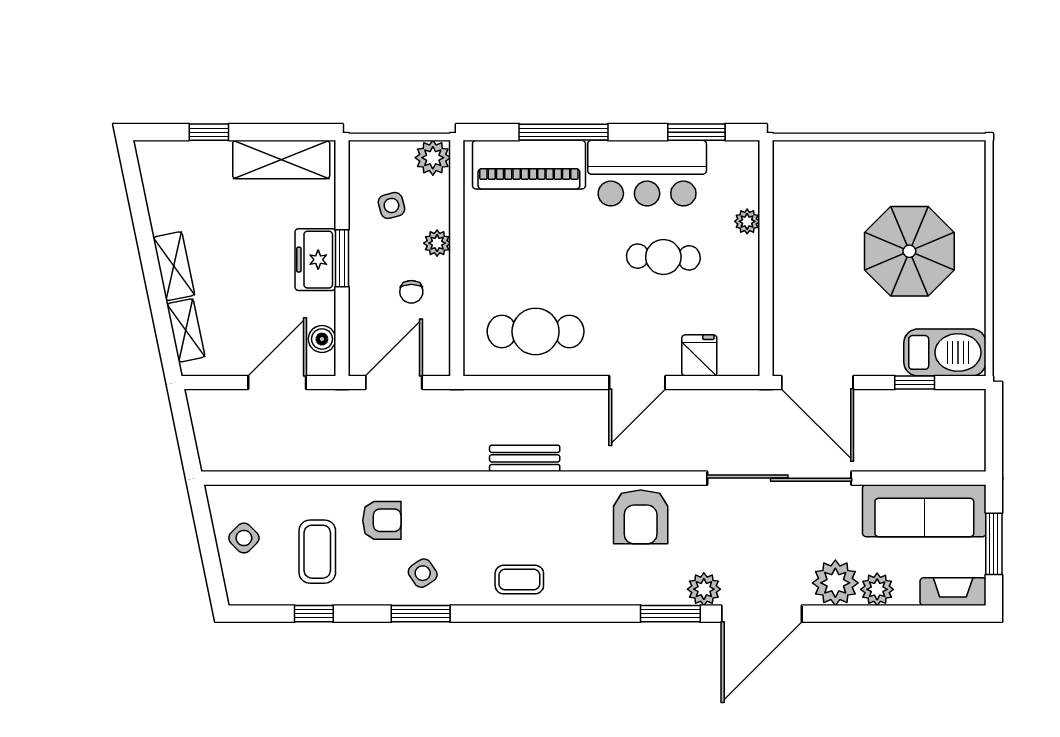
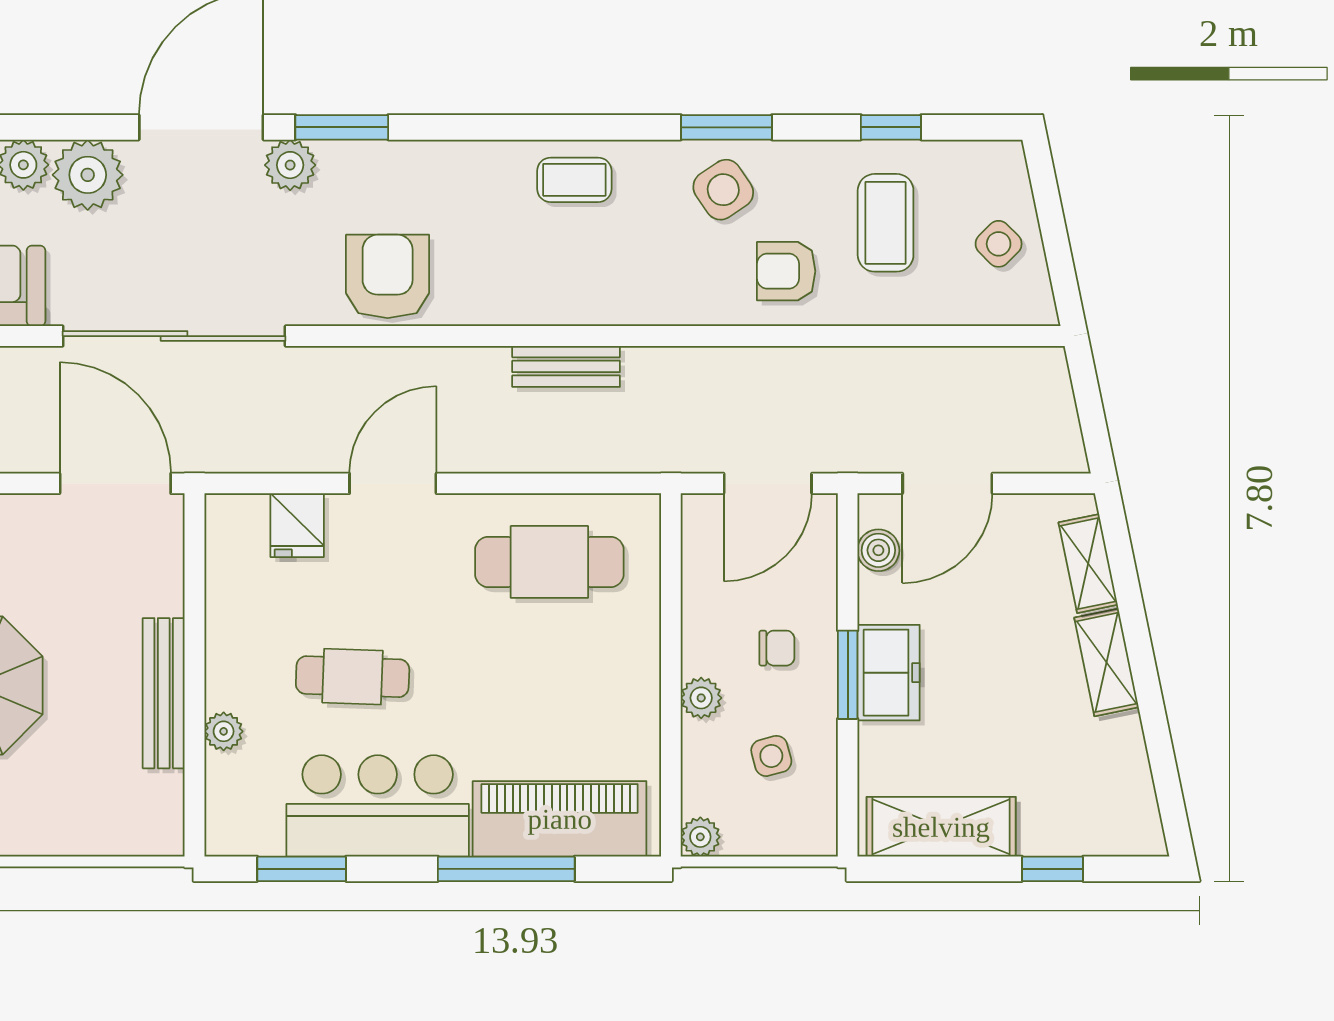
plant: (433, 158) -> (700, 837), width x0.73, depth x0.73
bench: (786, 246) -> (164, 693), added
chair: (411, 292) -> (777, 648), moved, turned 90
side table: (423, 573) -> (723, 190), width x1.37, depth x1.37

